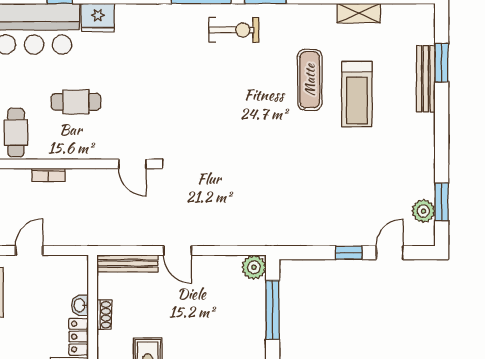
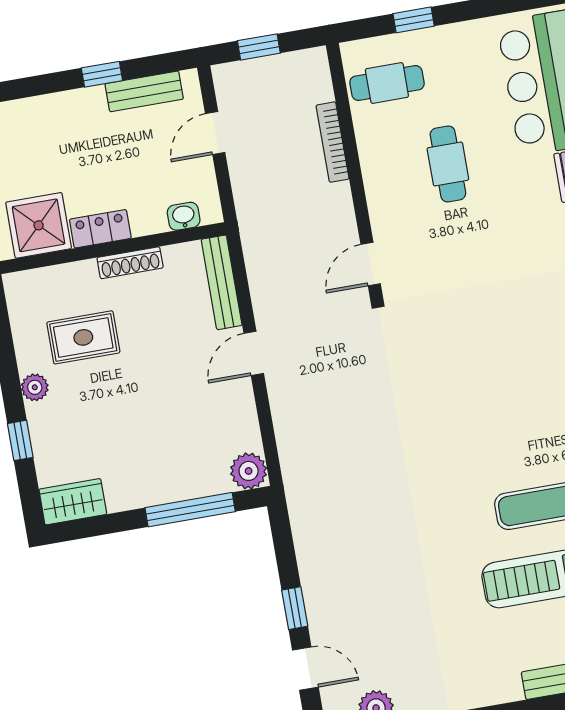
bookcase: (48, 175) -> (333, 142), width x1.56
door: (29, 251) -> (215, 133), swing flipped
washbasin: (80, 305) -> (184, 216), moved
shoe rack: (104, 315) -> (130, 263), width x1.43

